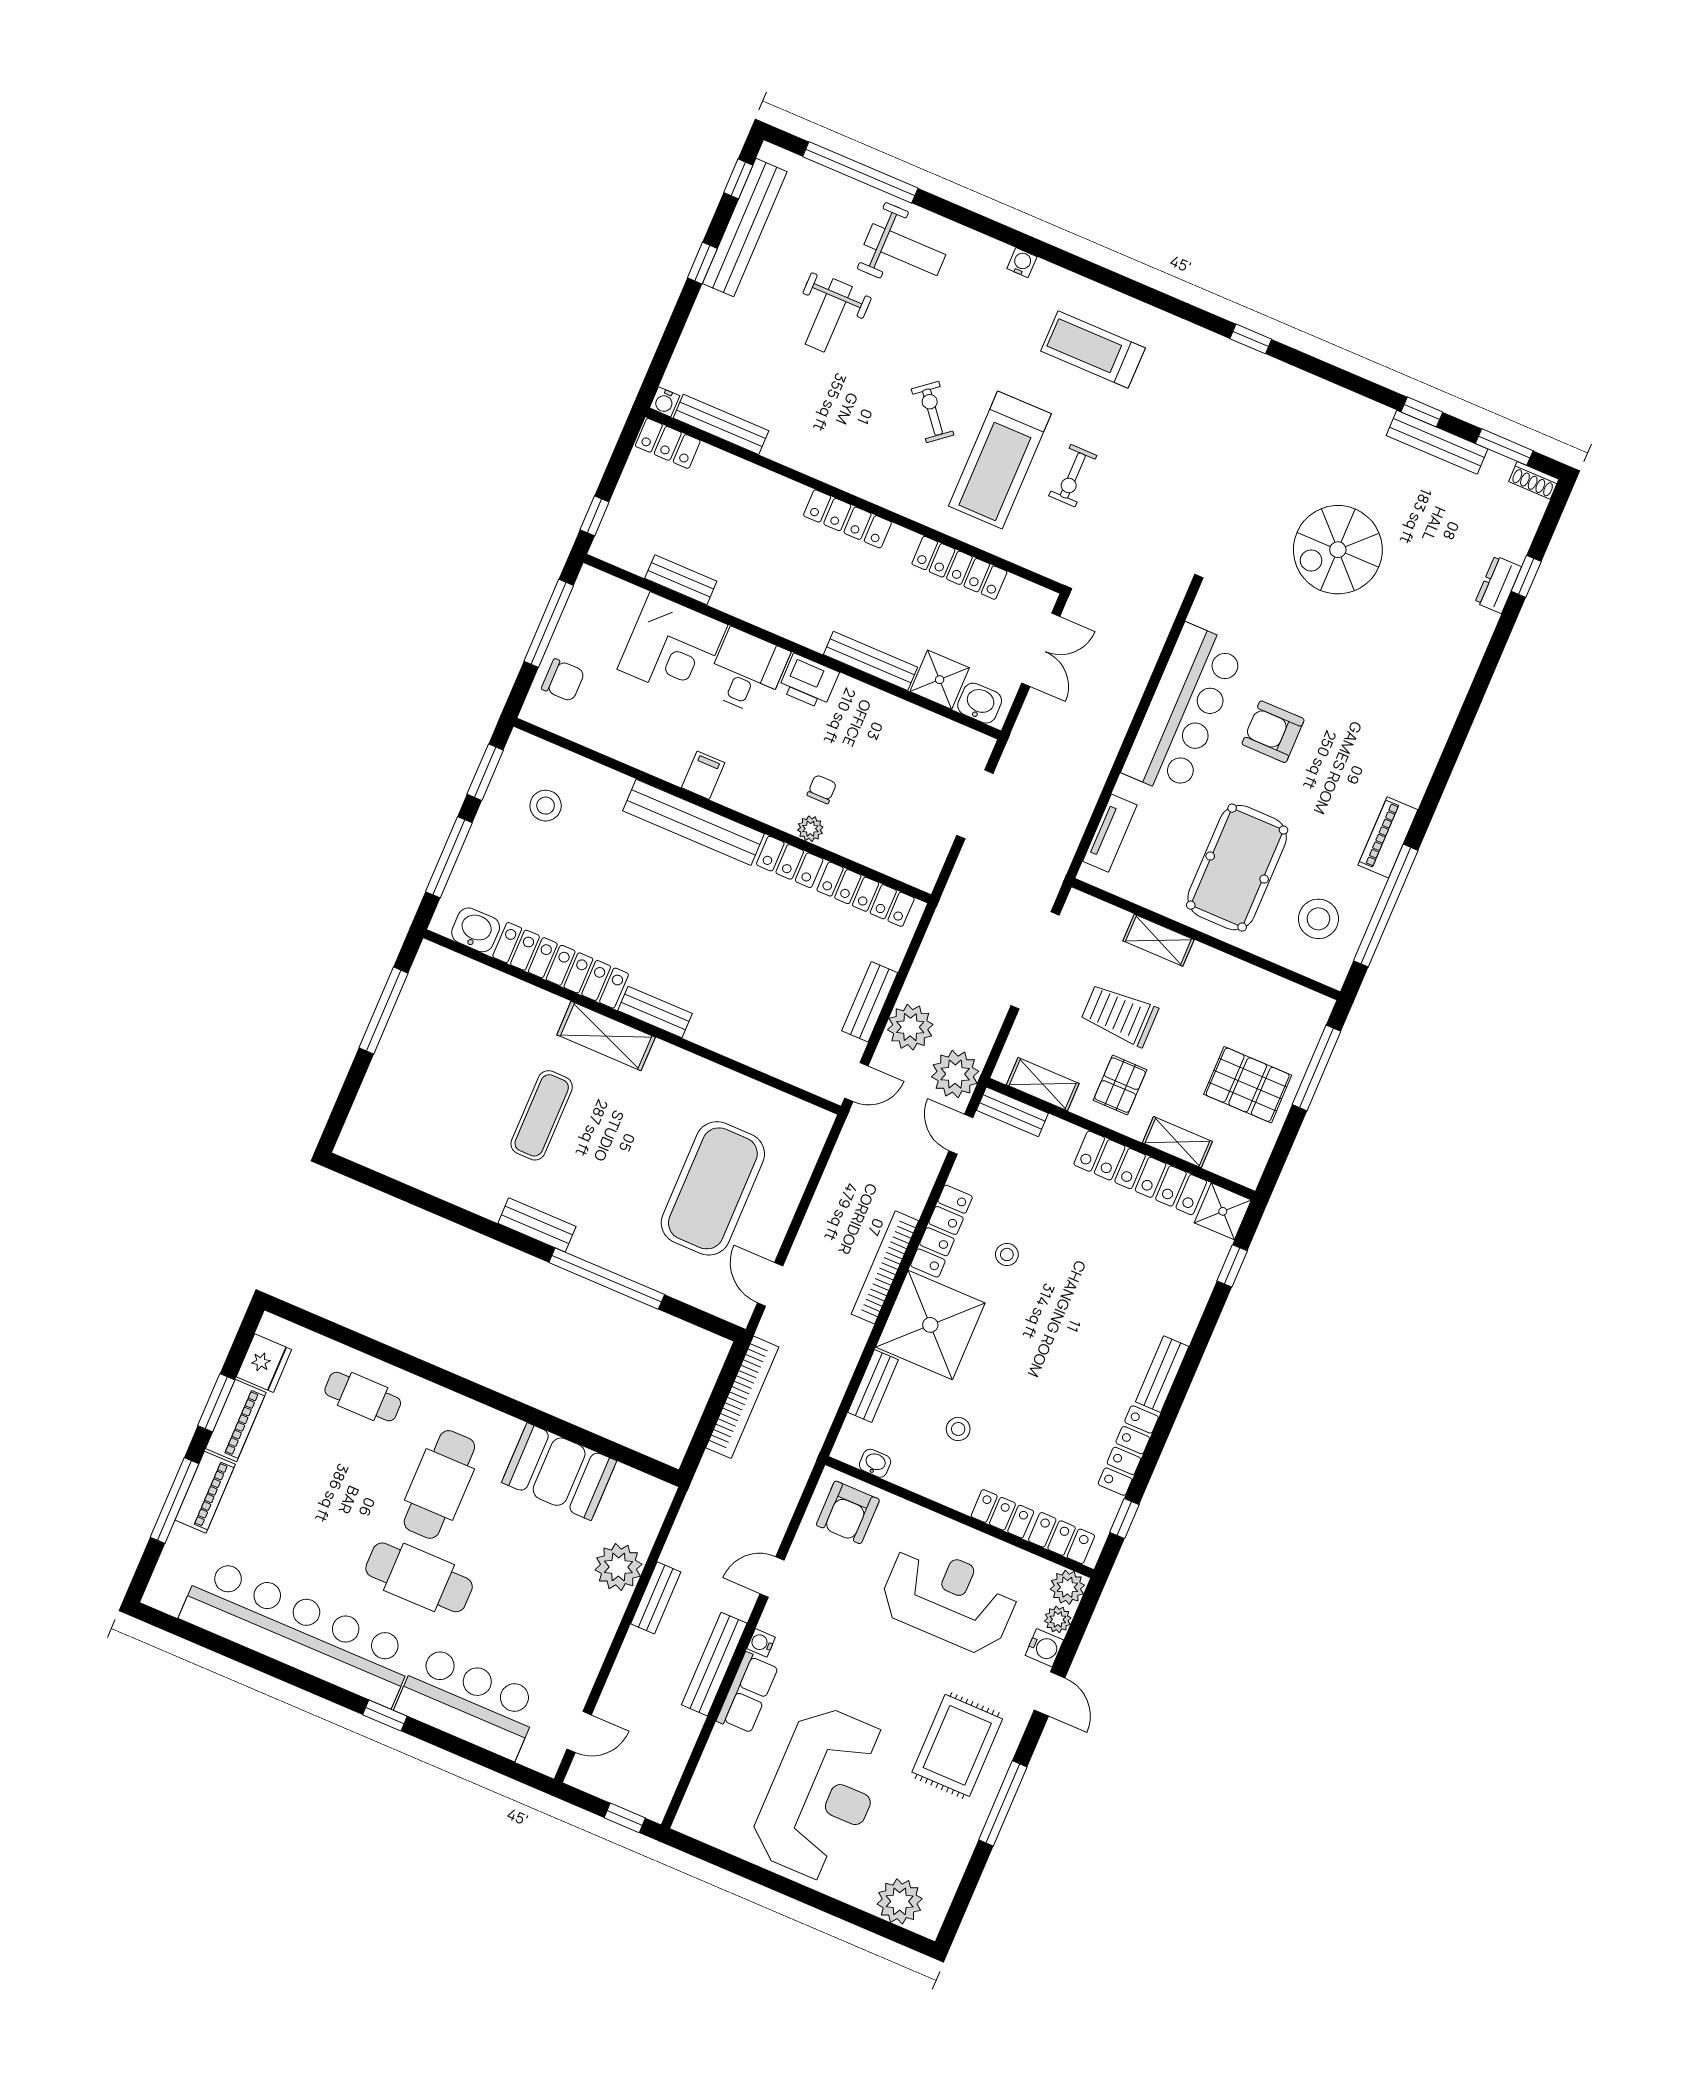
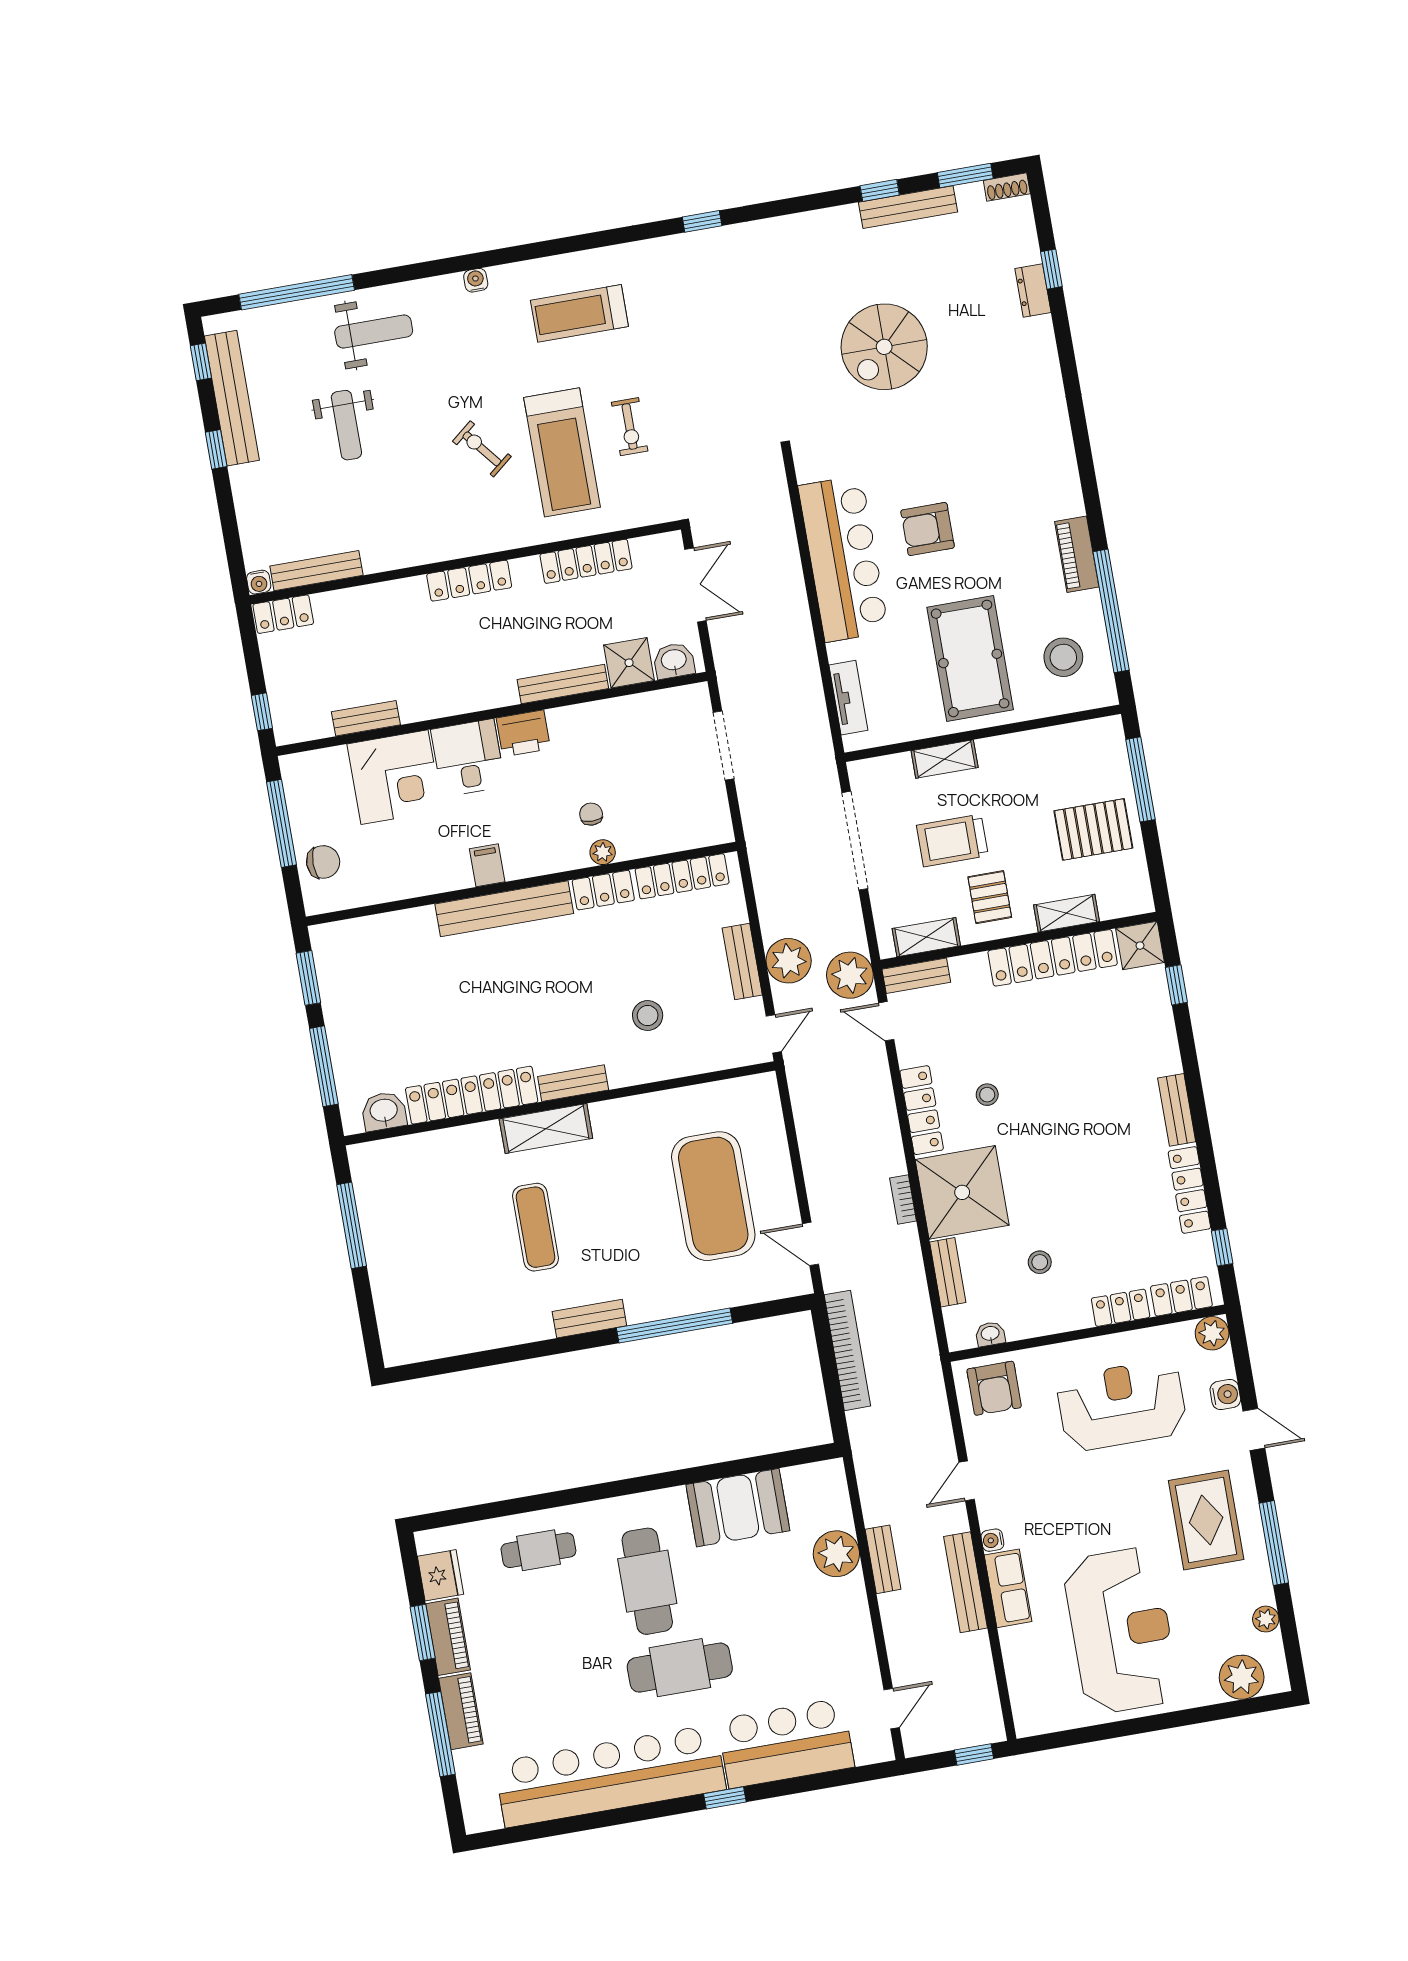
stool: (546, 806) -> (648, 1016), moved
bookcase: (885, 1267) -> (903, 1199), width x0.43, depth x0.76
plant: (1058, 1619) -> (1266, 1619), moved

